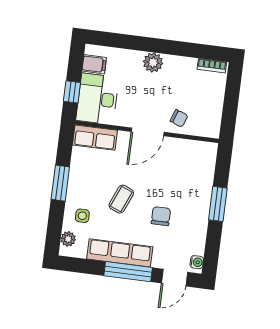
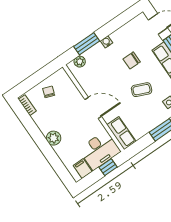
chair: (179, 118) -> (49, 92), moved
plant: (208, 161) -> (80, 62), added
window: (218, 204) -> (87, 44), moved
water cooler: (197, 262) -> (107, 42), moved

